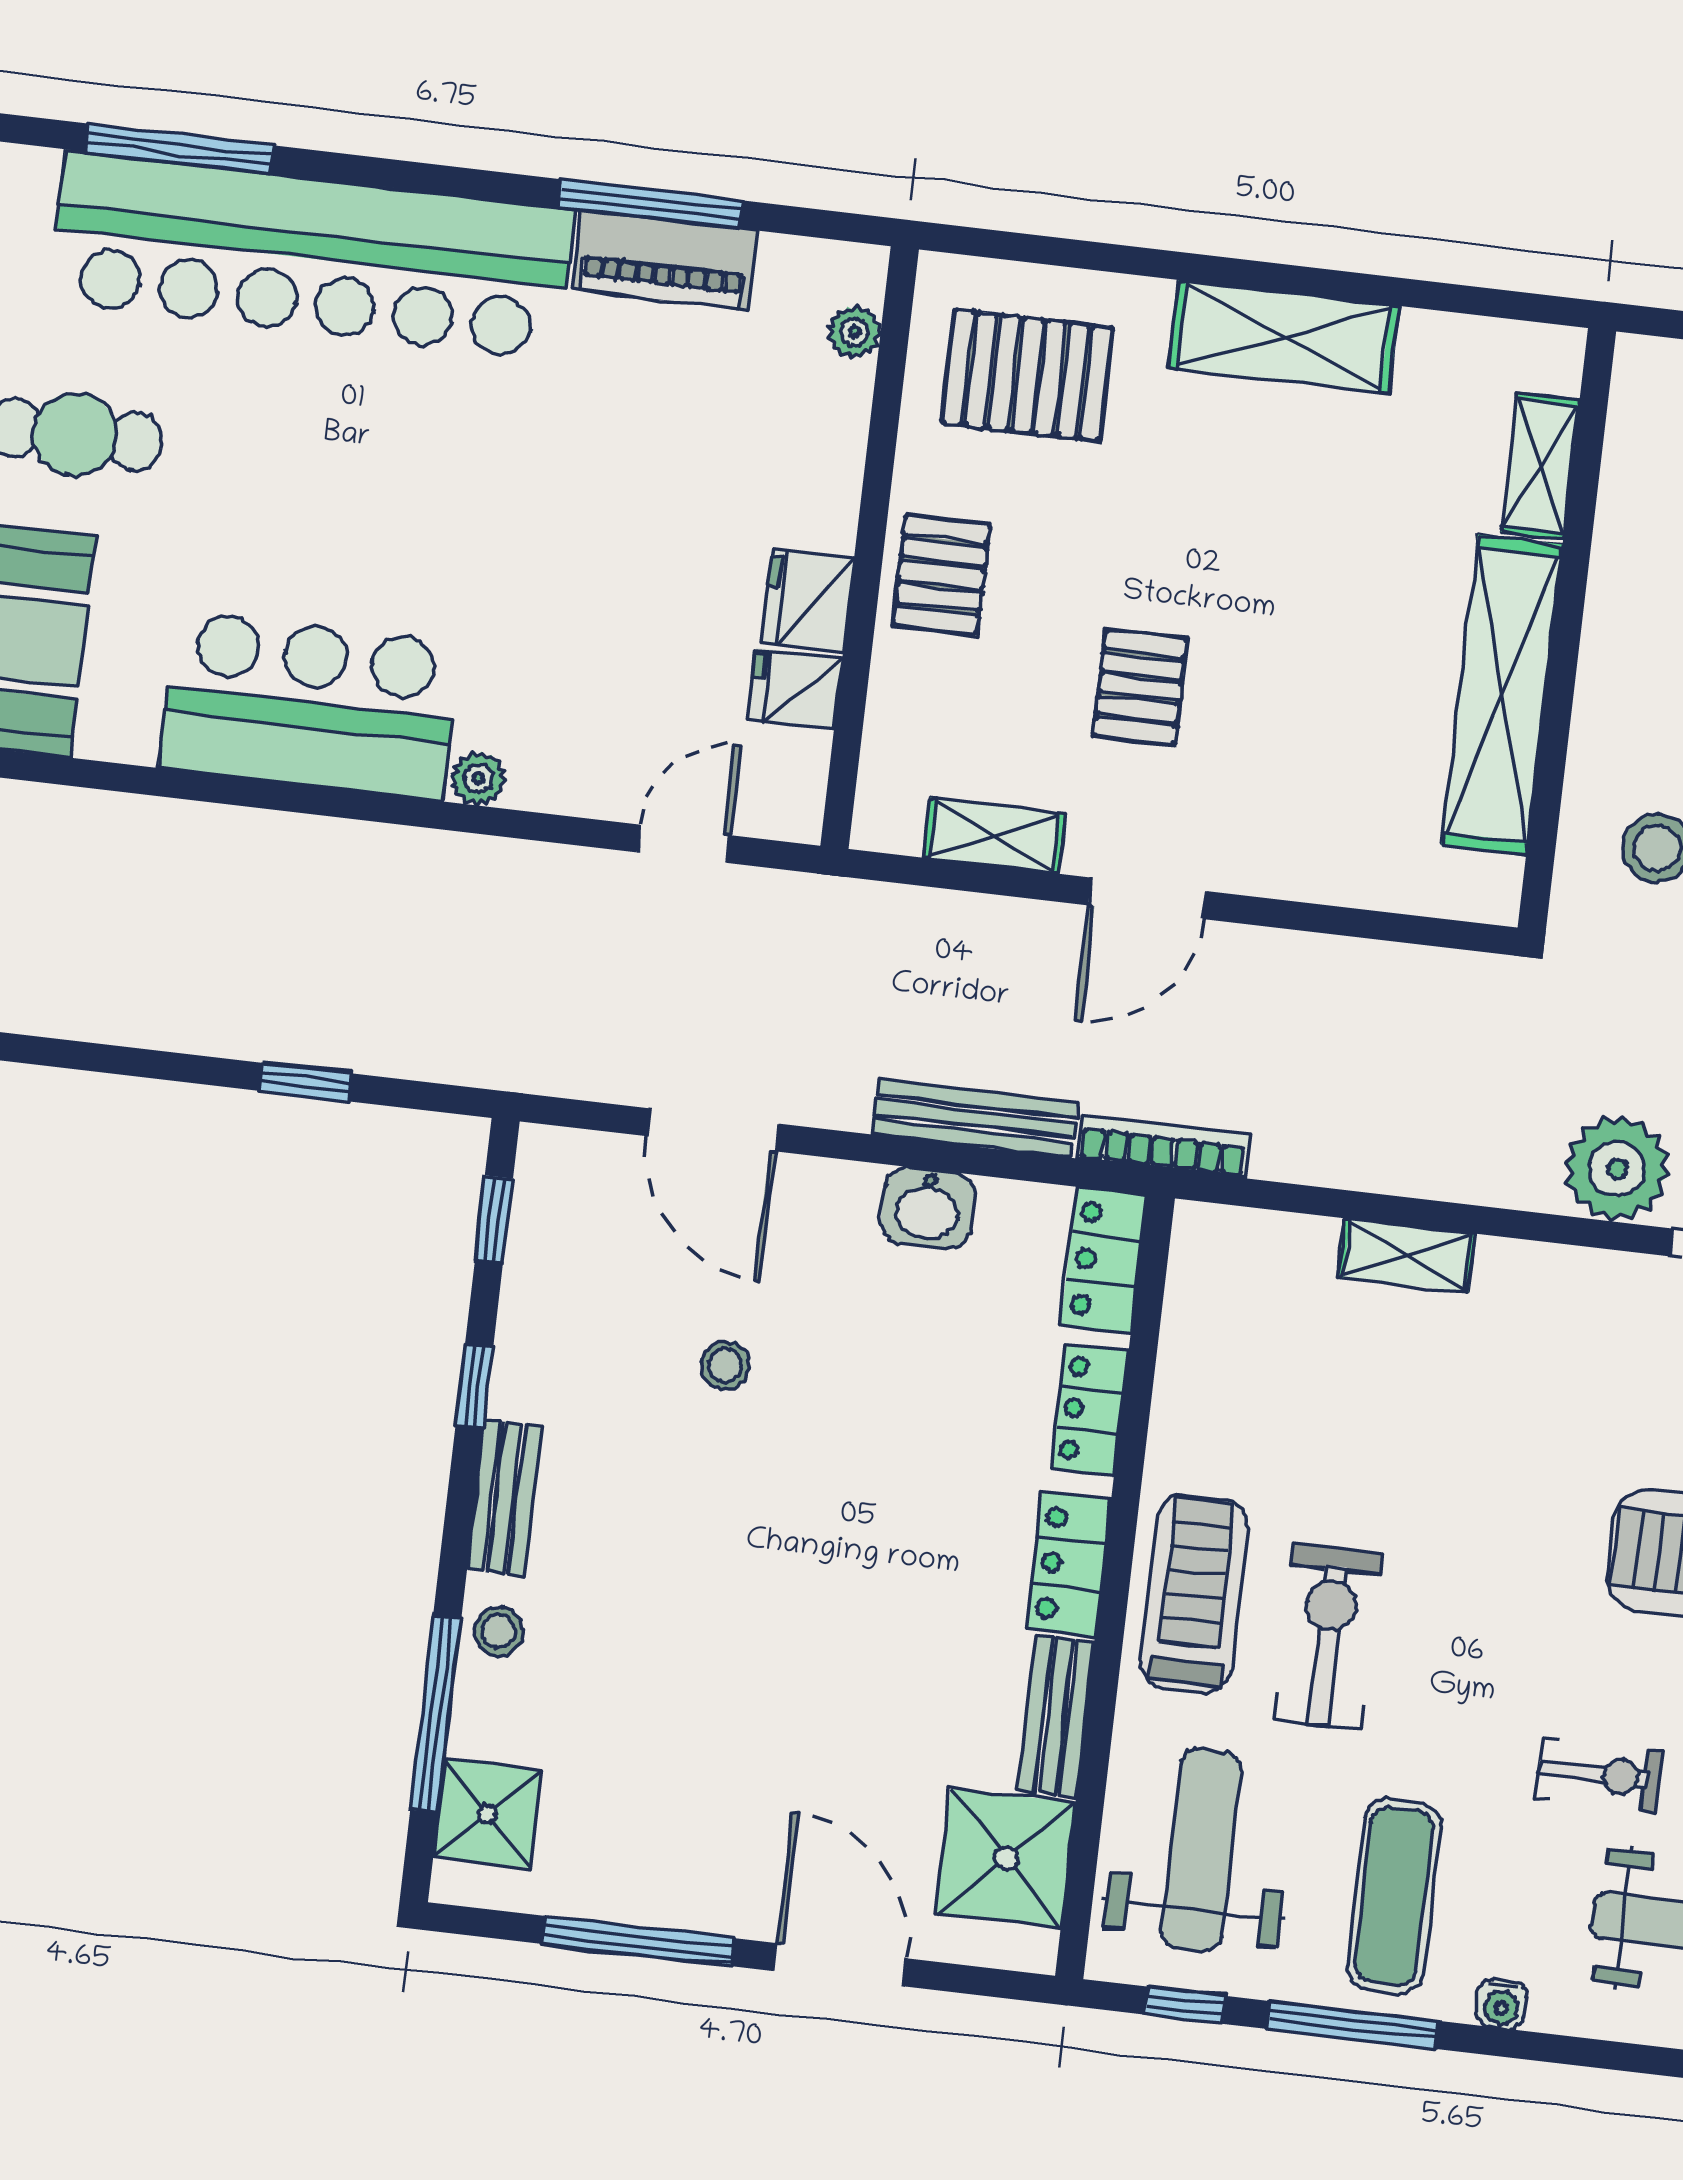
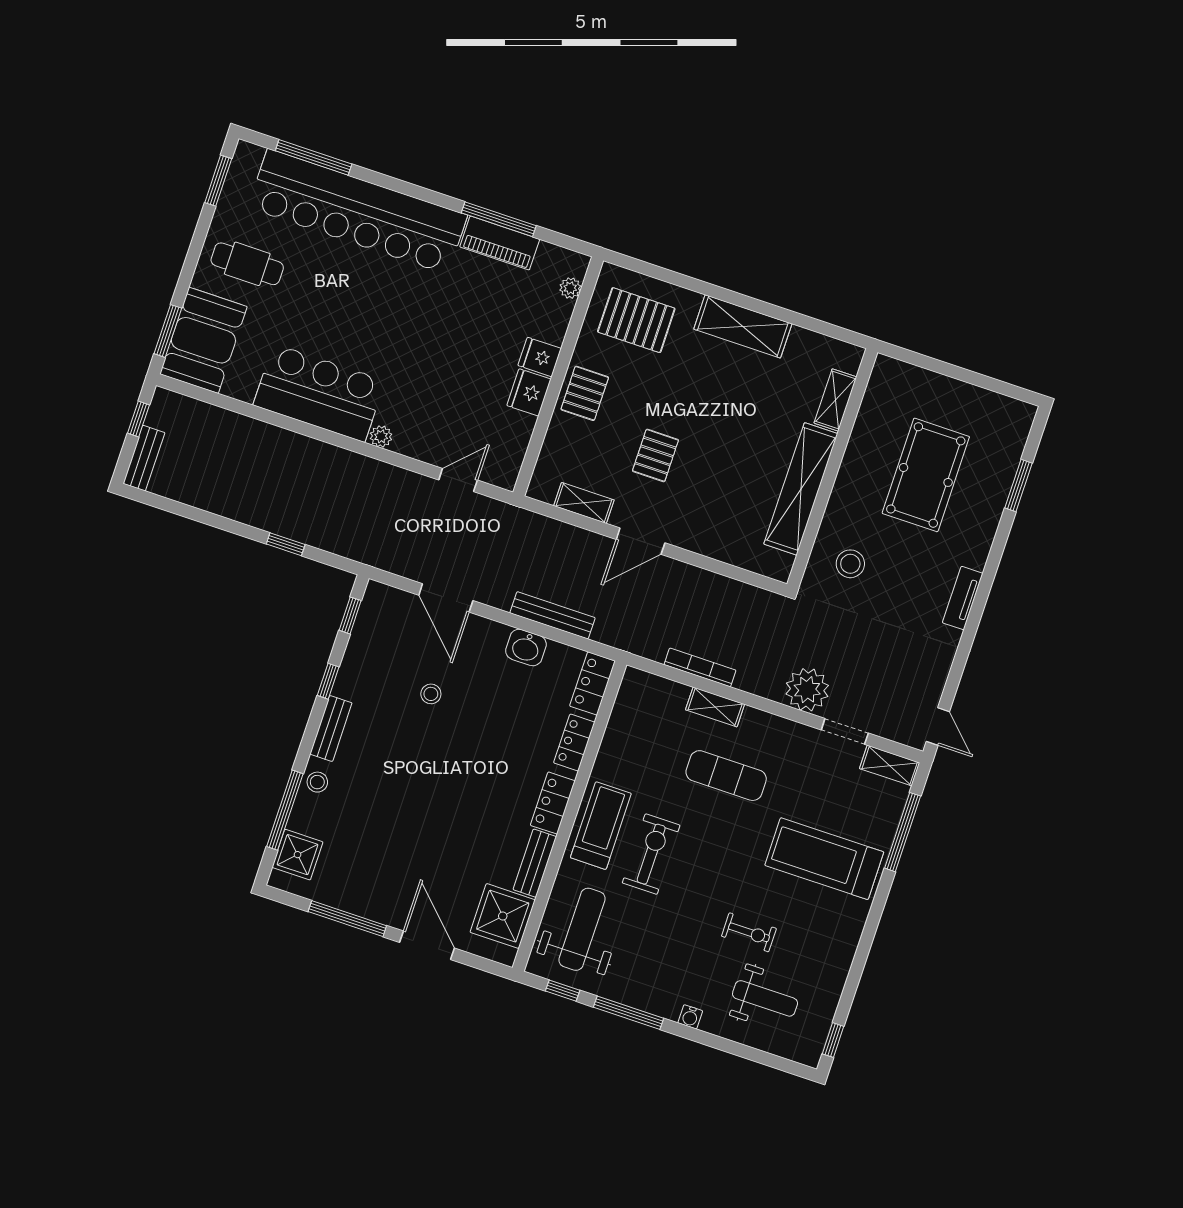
fridge: (795, 689) -> (540, 357), moved
bookcase: (1163, 1147) -> (700, 667), moved
exercise mat: (1394, 1896) -> (726, 776), moved, turned 90

